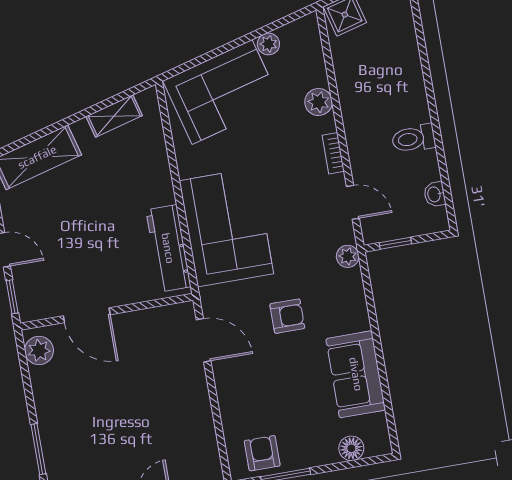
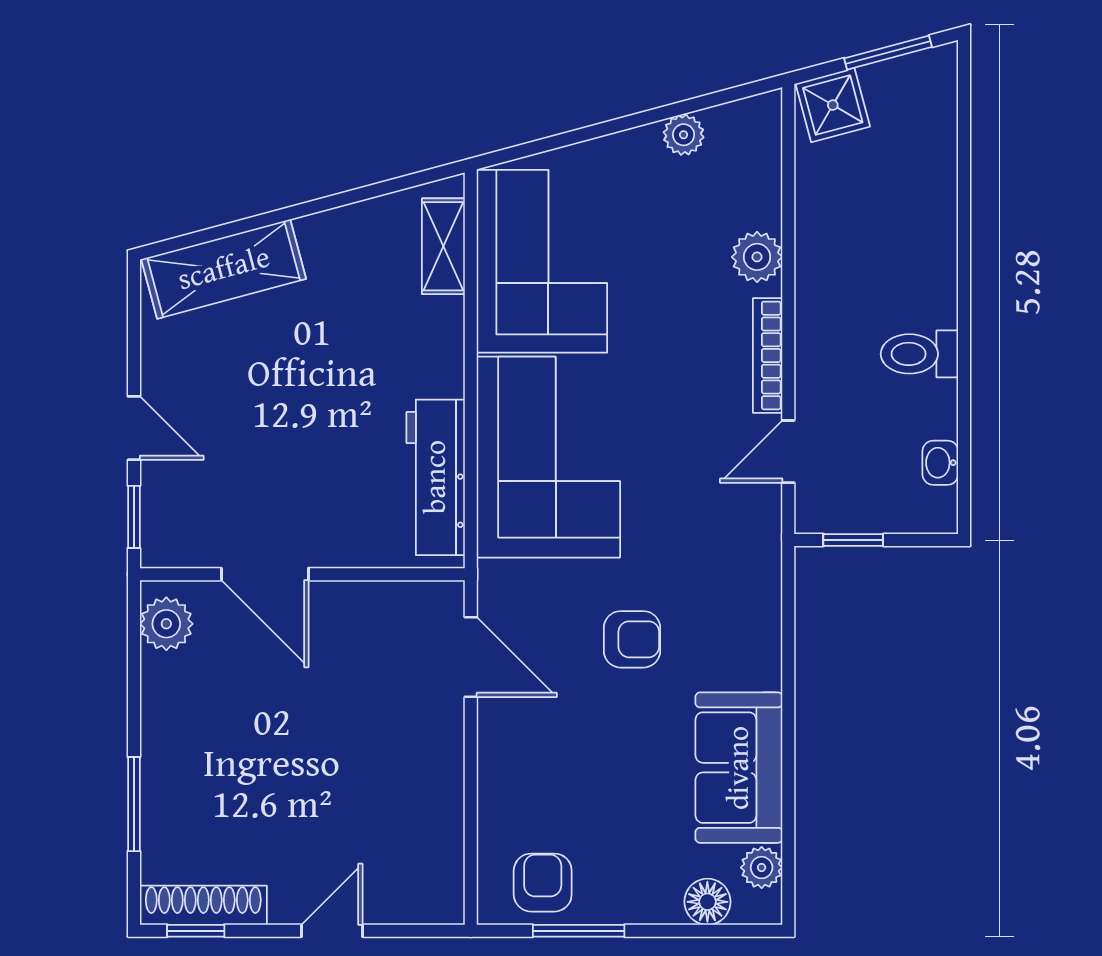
corner sofa: (222, 92) -> (542, 261), moved, turned -75
shelving: (114, 116) -> (443, 246), moved, turned -75
bookcase: (333, 153) -> (768, 355), width x1.56
door: (353, 202) -> (788, 452), swing flipped
plant: (348, 256) -> (762, 868), moved

